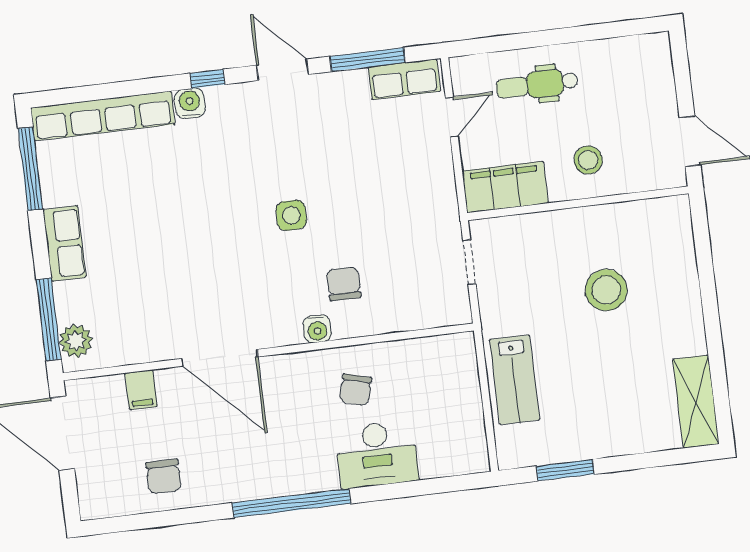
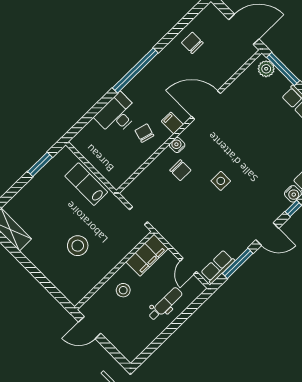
filing cabinet: (141, 390) -> (172, 123), moved

